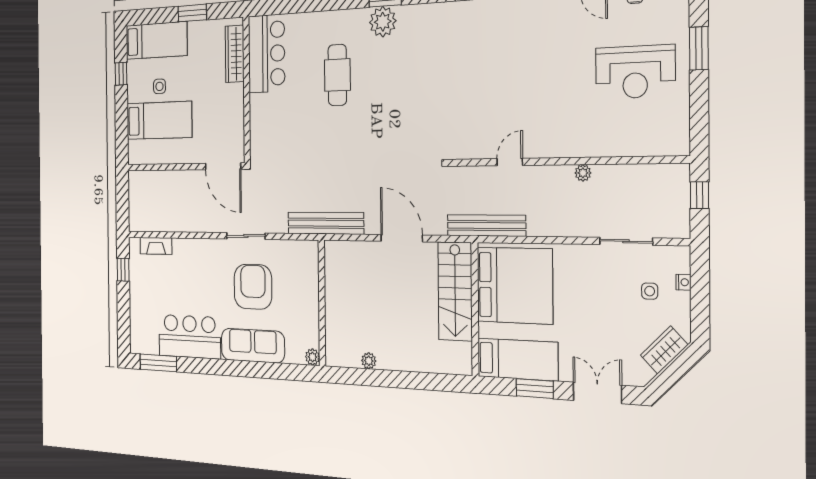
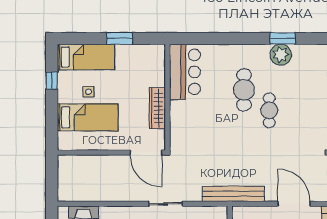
wardrobe: (235, 54) -> (157, 108), moved
cafe table: (369, 103) -> (269, 110), added

